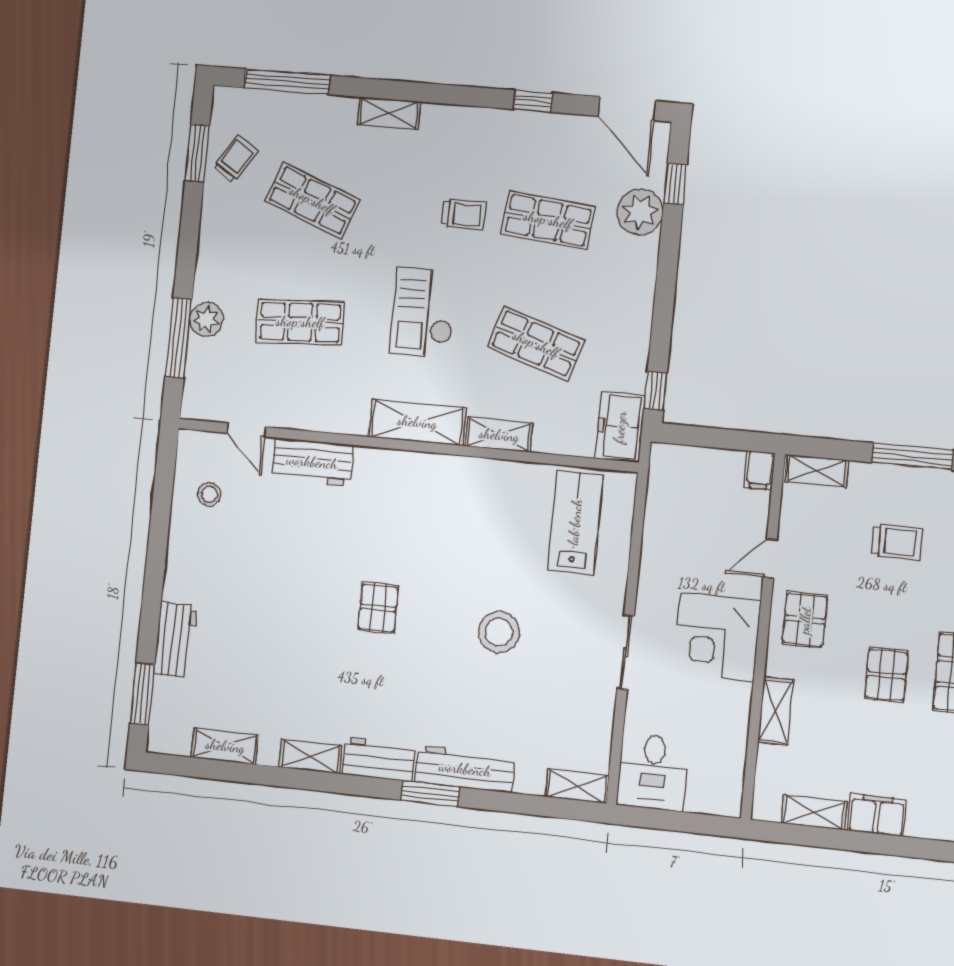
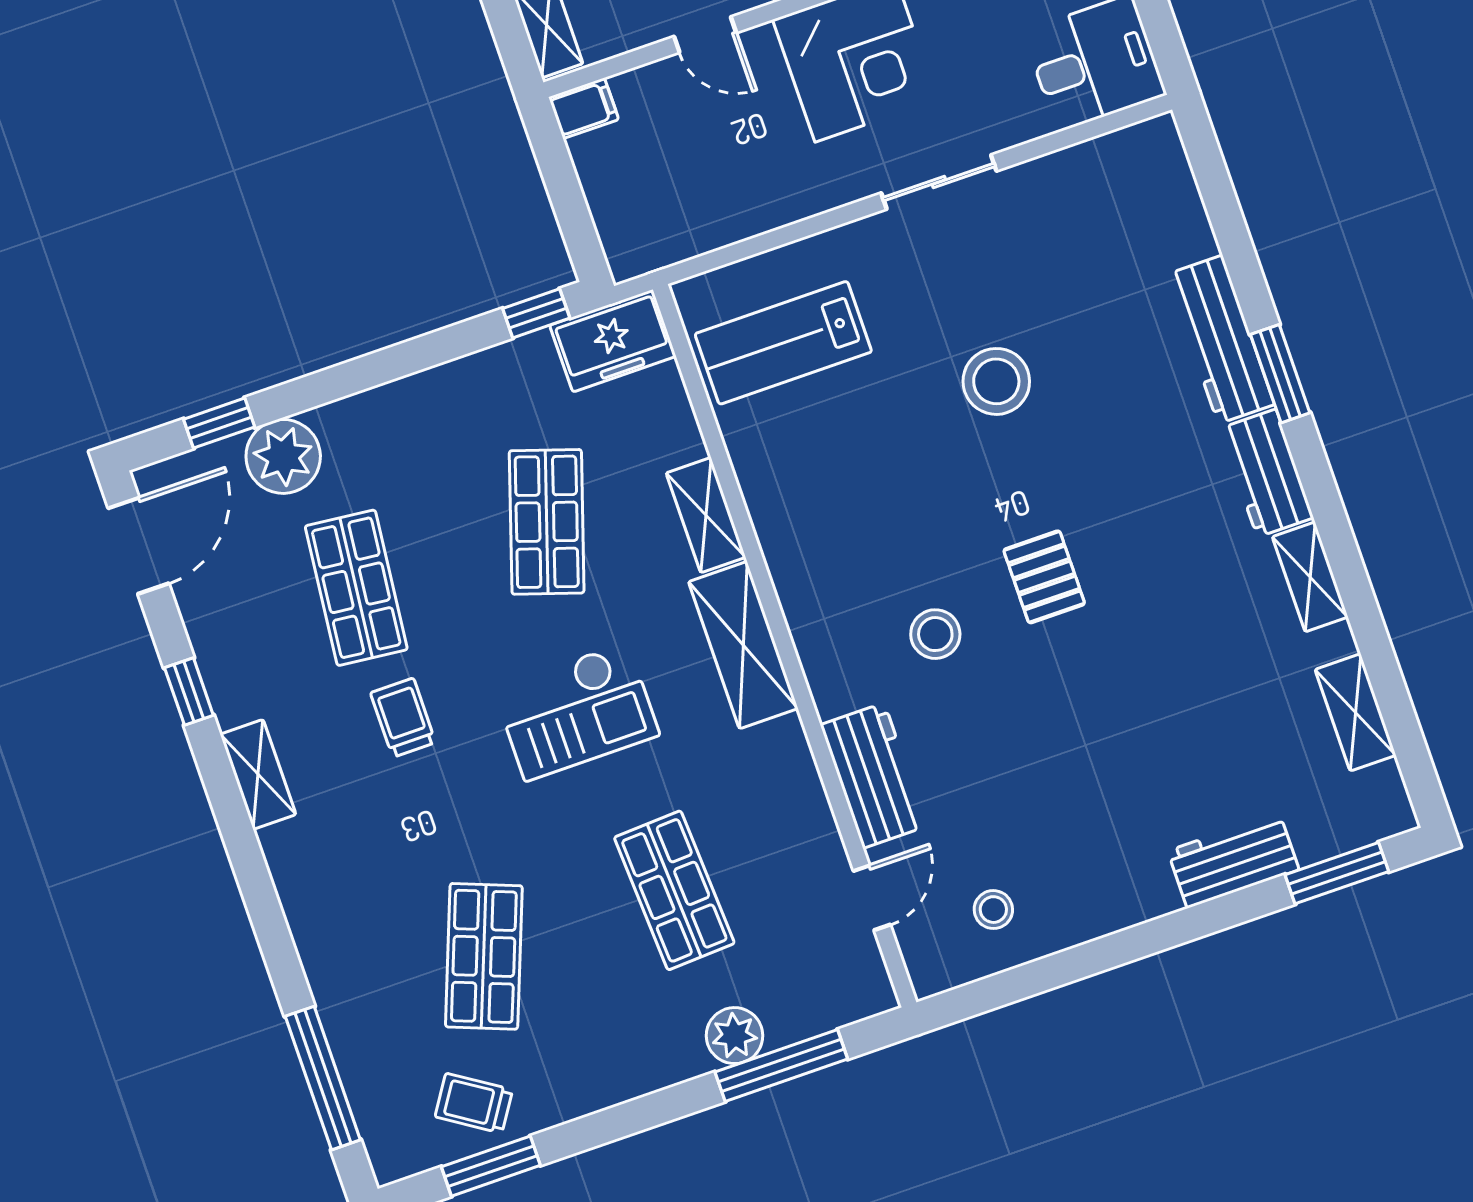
shelving: (389, 113) -> (258, 774), moved
stool: (374, 532) -> (935, 634), added
pallet: (378, 608) -> (1044, 577), turned 90
shelving: (577, 786) -> (1167, 163), removed

